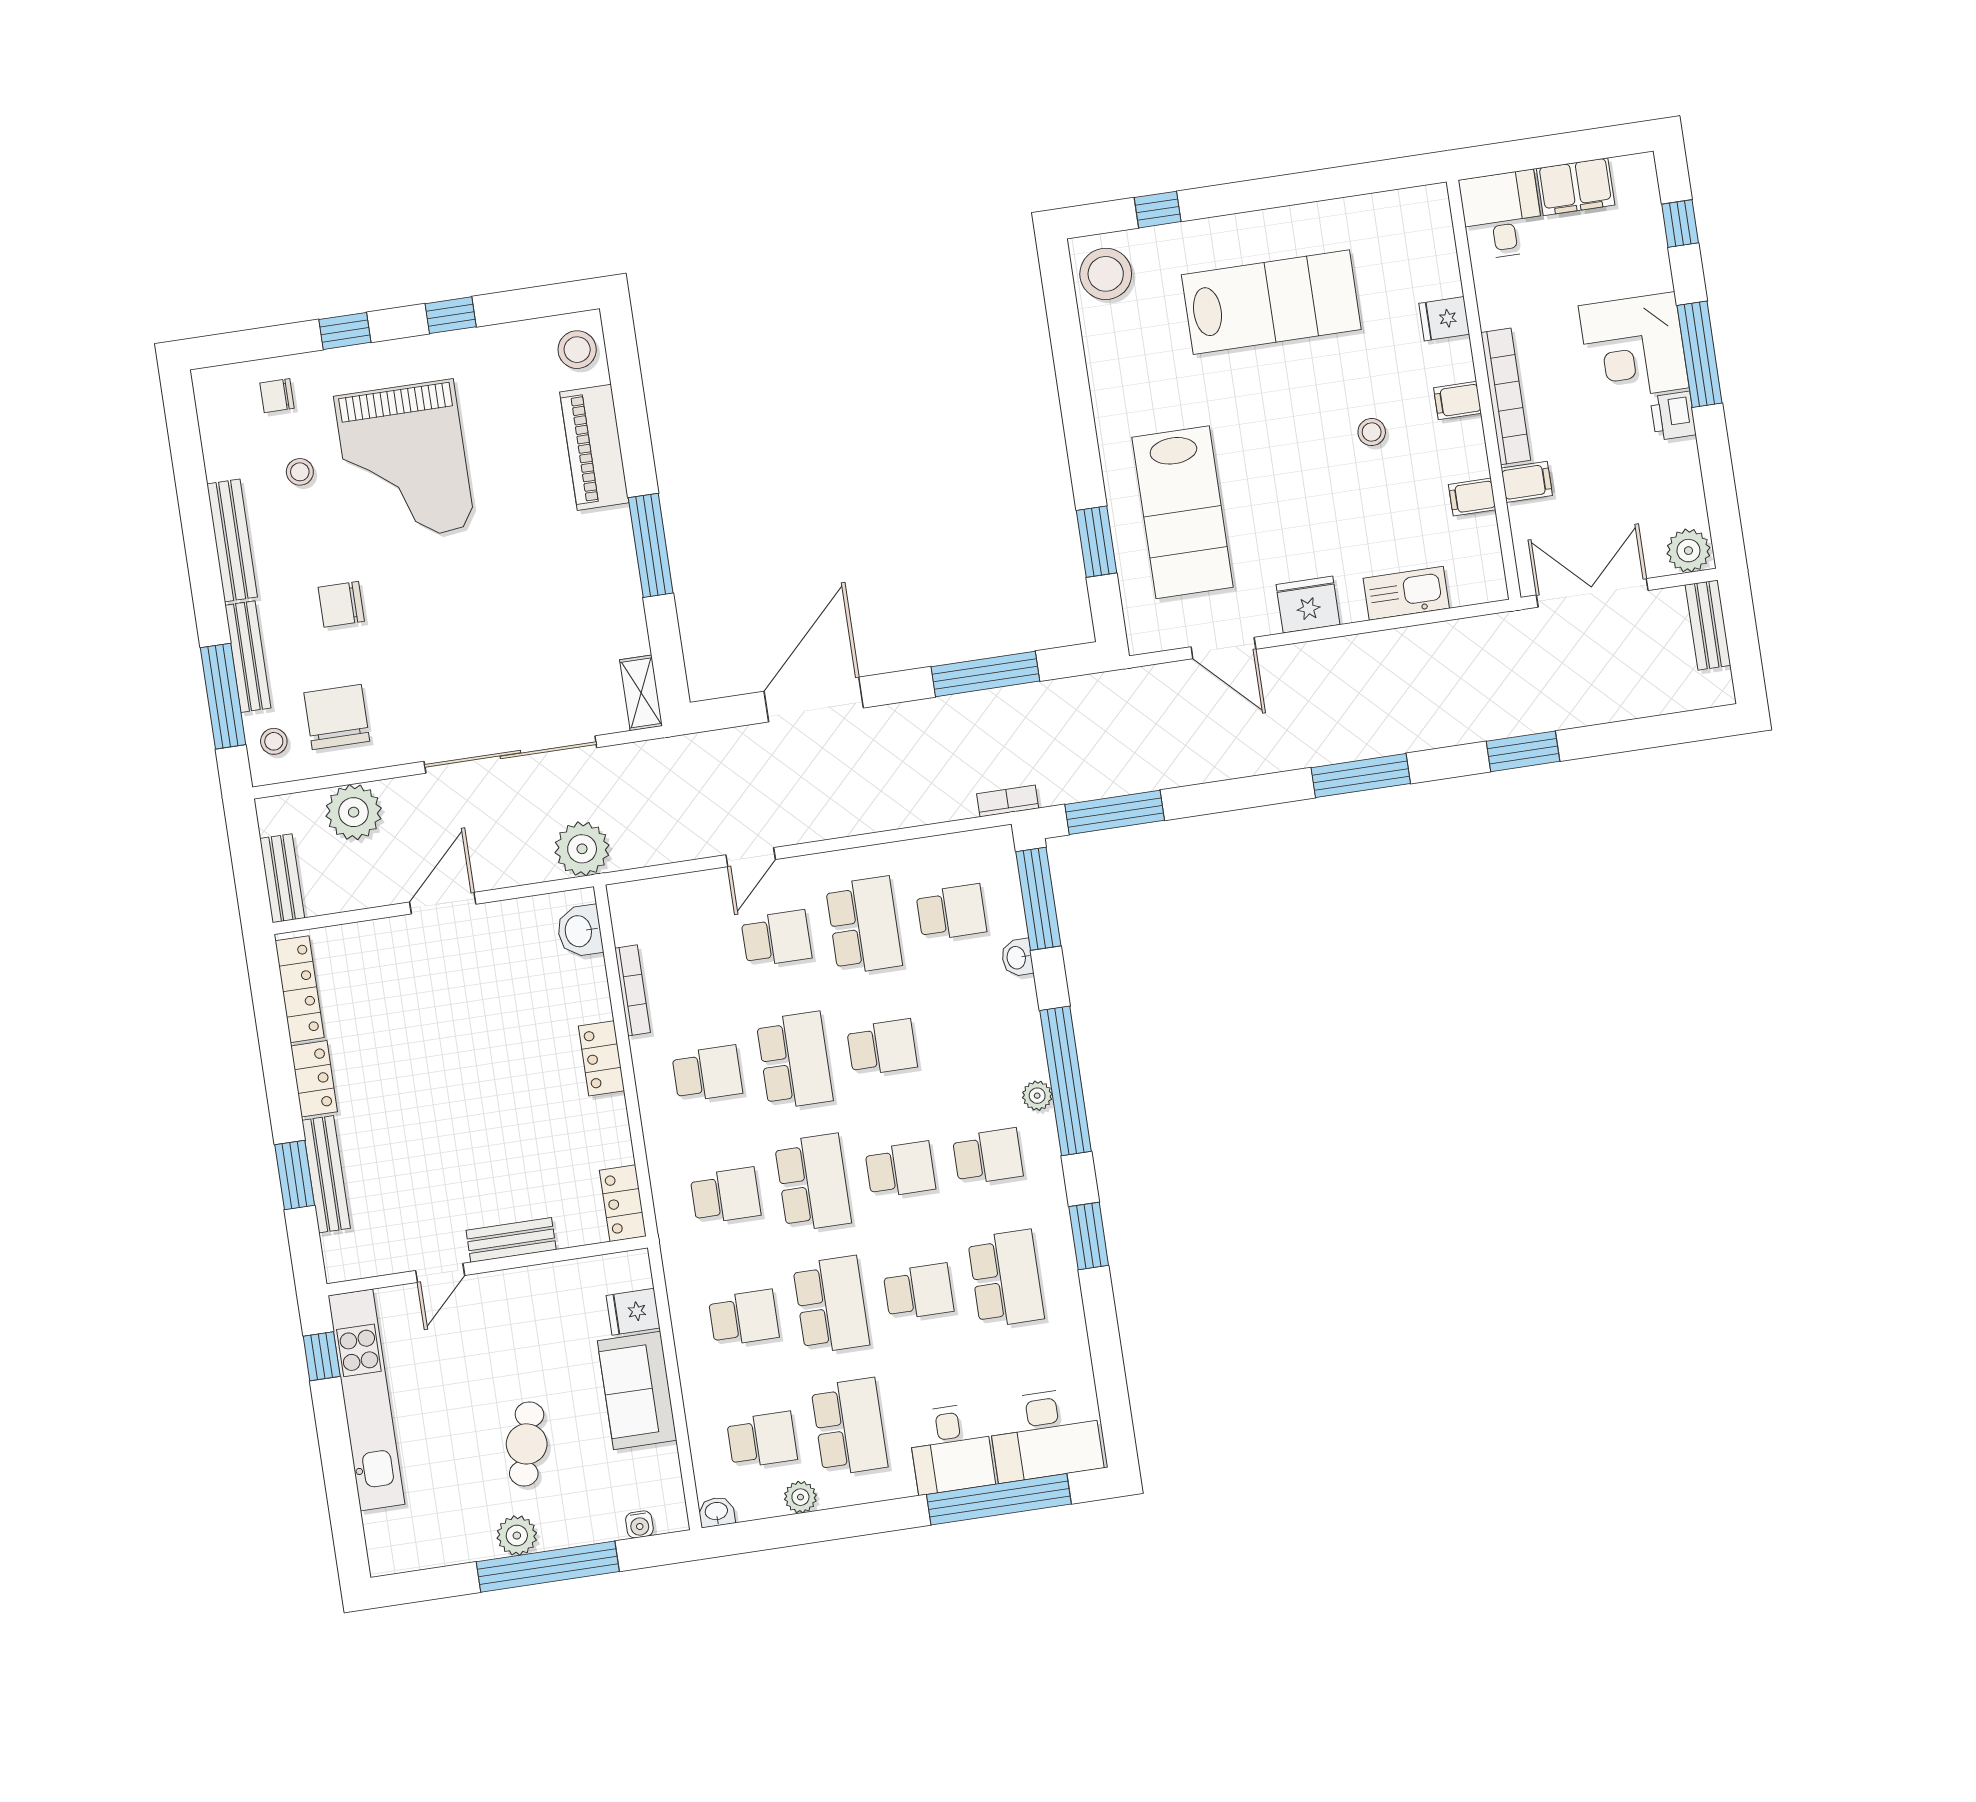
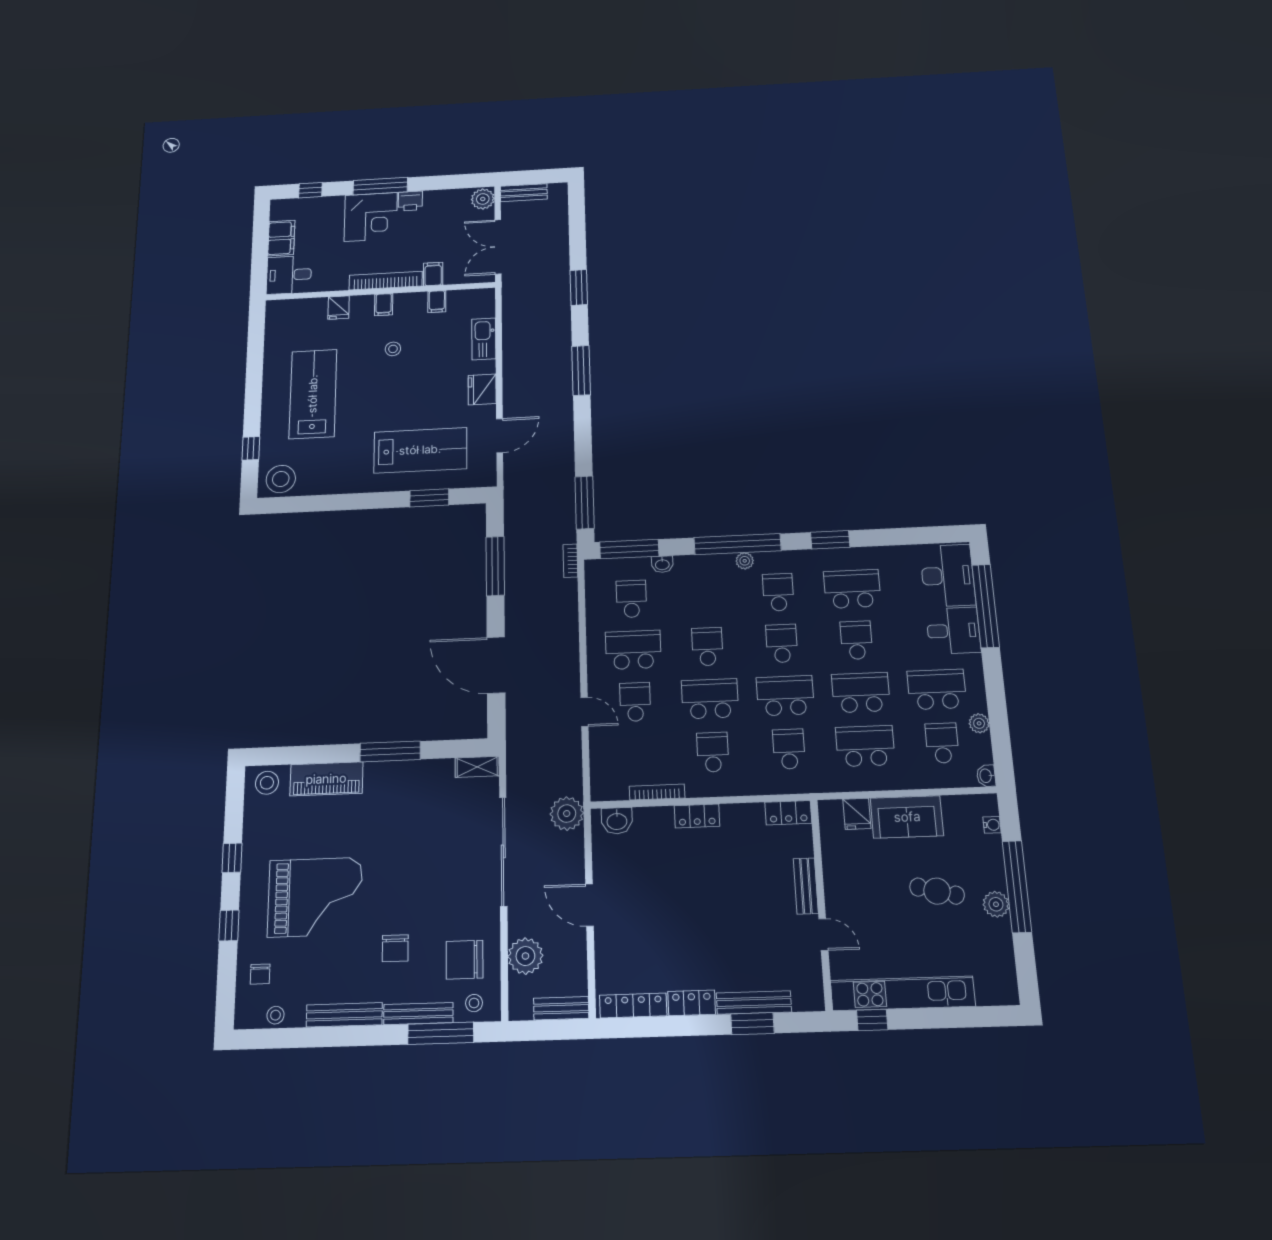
stool: (300, 472) -> (275, 1015), moved
school desk: (744, 1318) -> (865, 746), width x1.85

